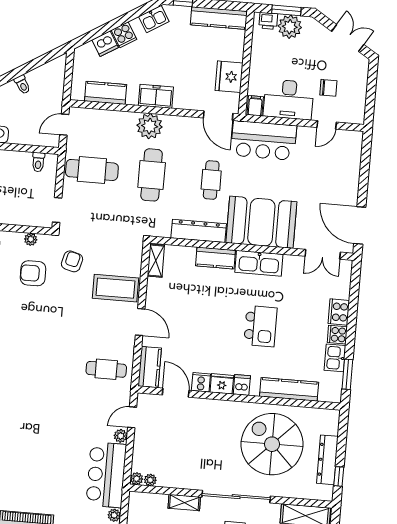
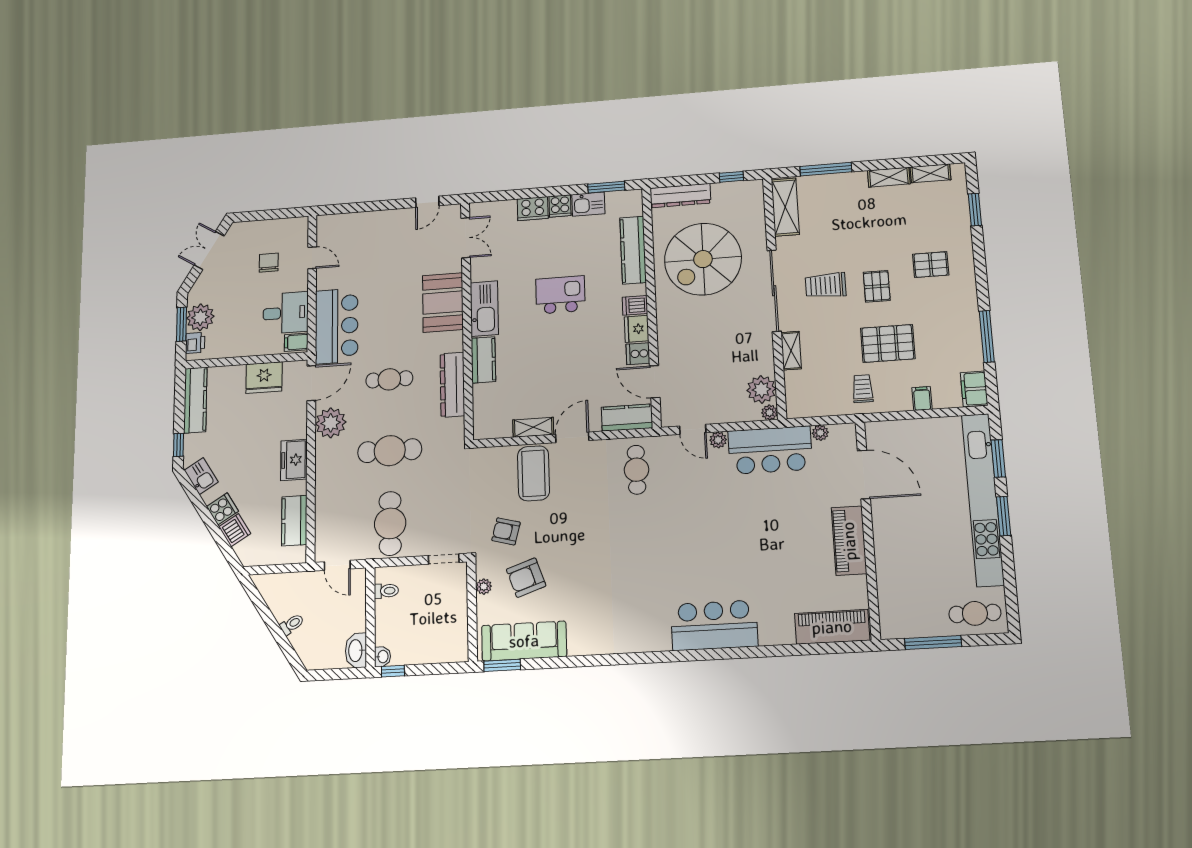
desk: (289, 99) -> (286, 313), width x0.73
plant: (150, 126) -> (331, 423), moved
booth: (261, 222) -> (443, 303), width x0.73, depth x0.70
door: (360, 225) -> (427, 202), width x0.53
shelving: (156, 261) -> (533, 427), moved
armchair: (33, 273) -> (526, 578), turned 71
door: (176, 393) -> (655, 382), hinge flipped
dresser: (327, 460) -> (680, 196), moved
plant: (150, 480) -> (761, 389), width x1.88, depth x1.88

